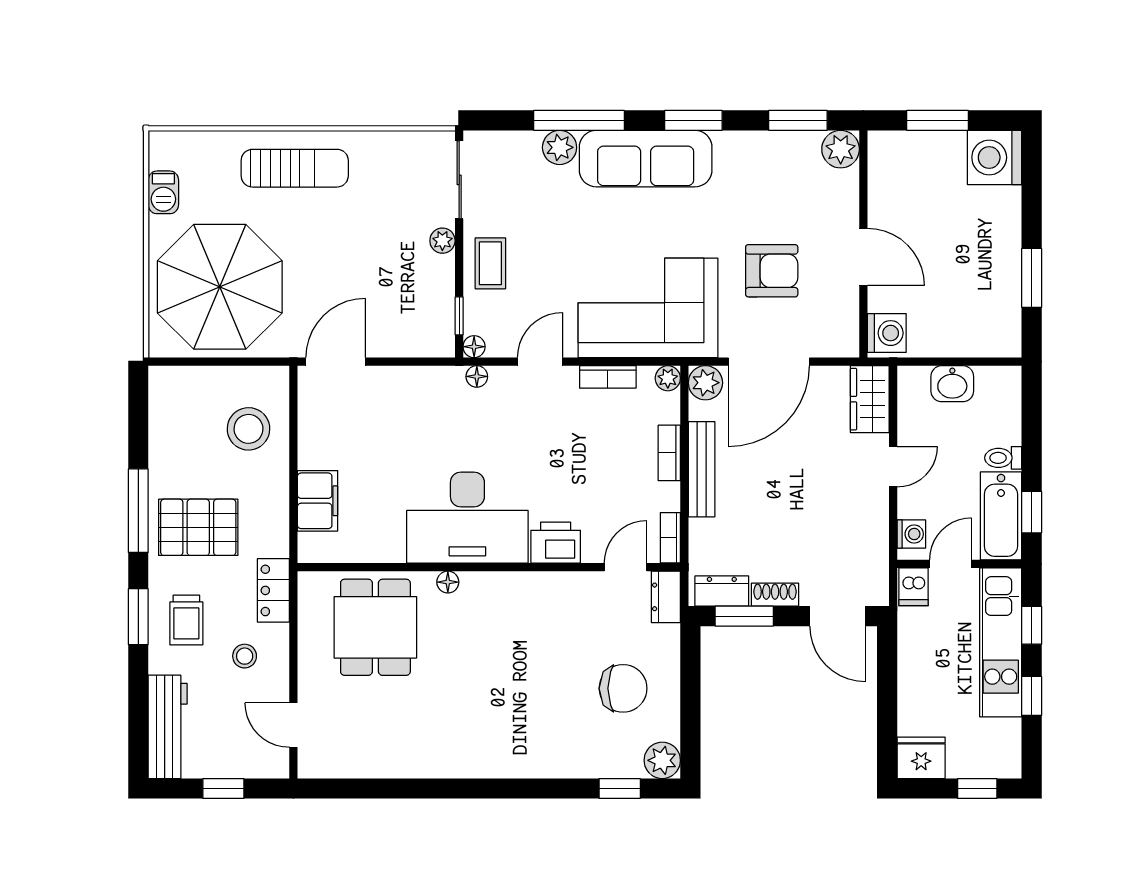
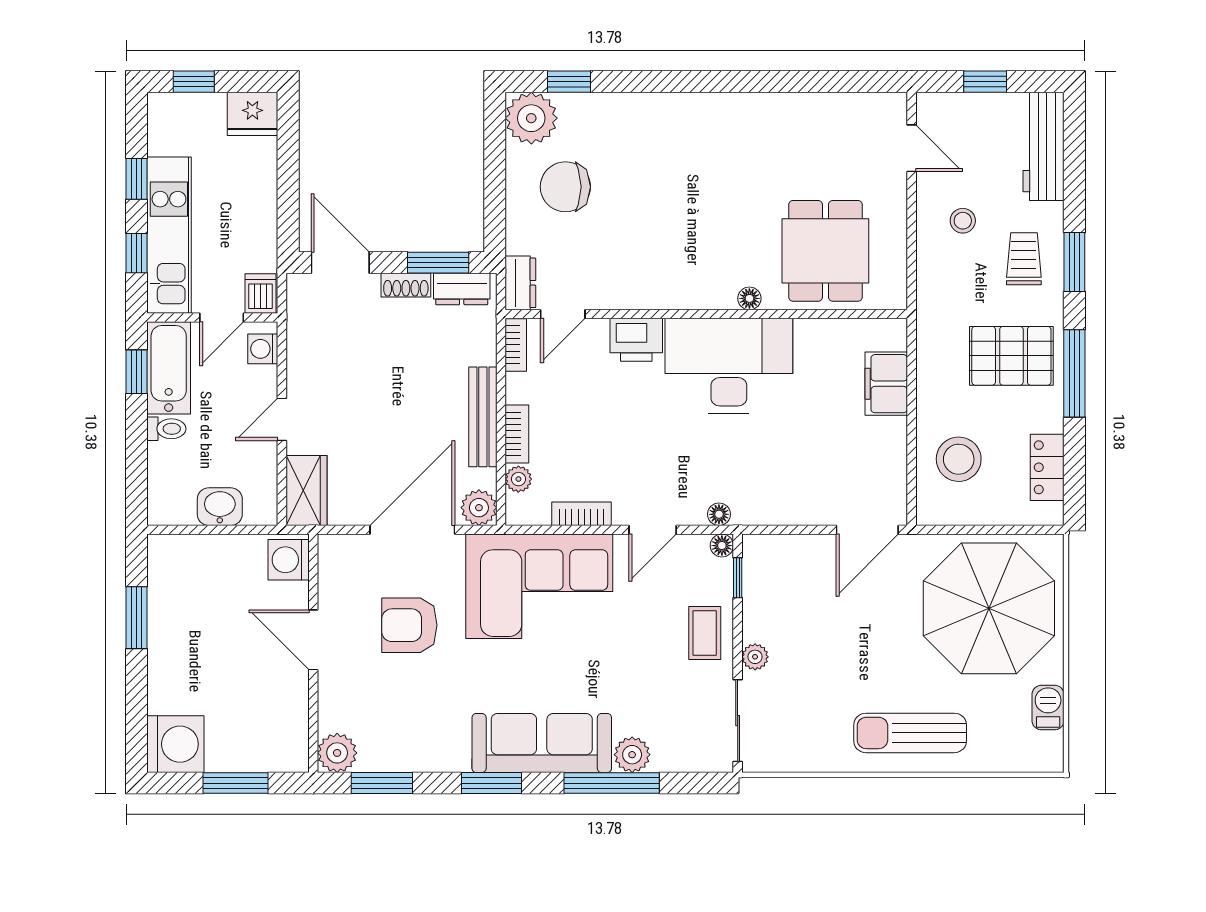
plant: (668, 378) -> (518, 479), moved
locker: (273, 590) -> (1047, 467), moved, turned 180
plant: (662, 760) -> (531, 118), width x1.36, depth x1.36

